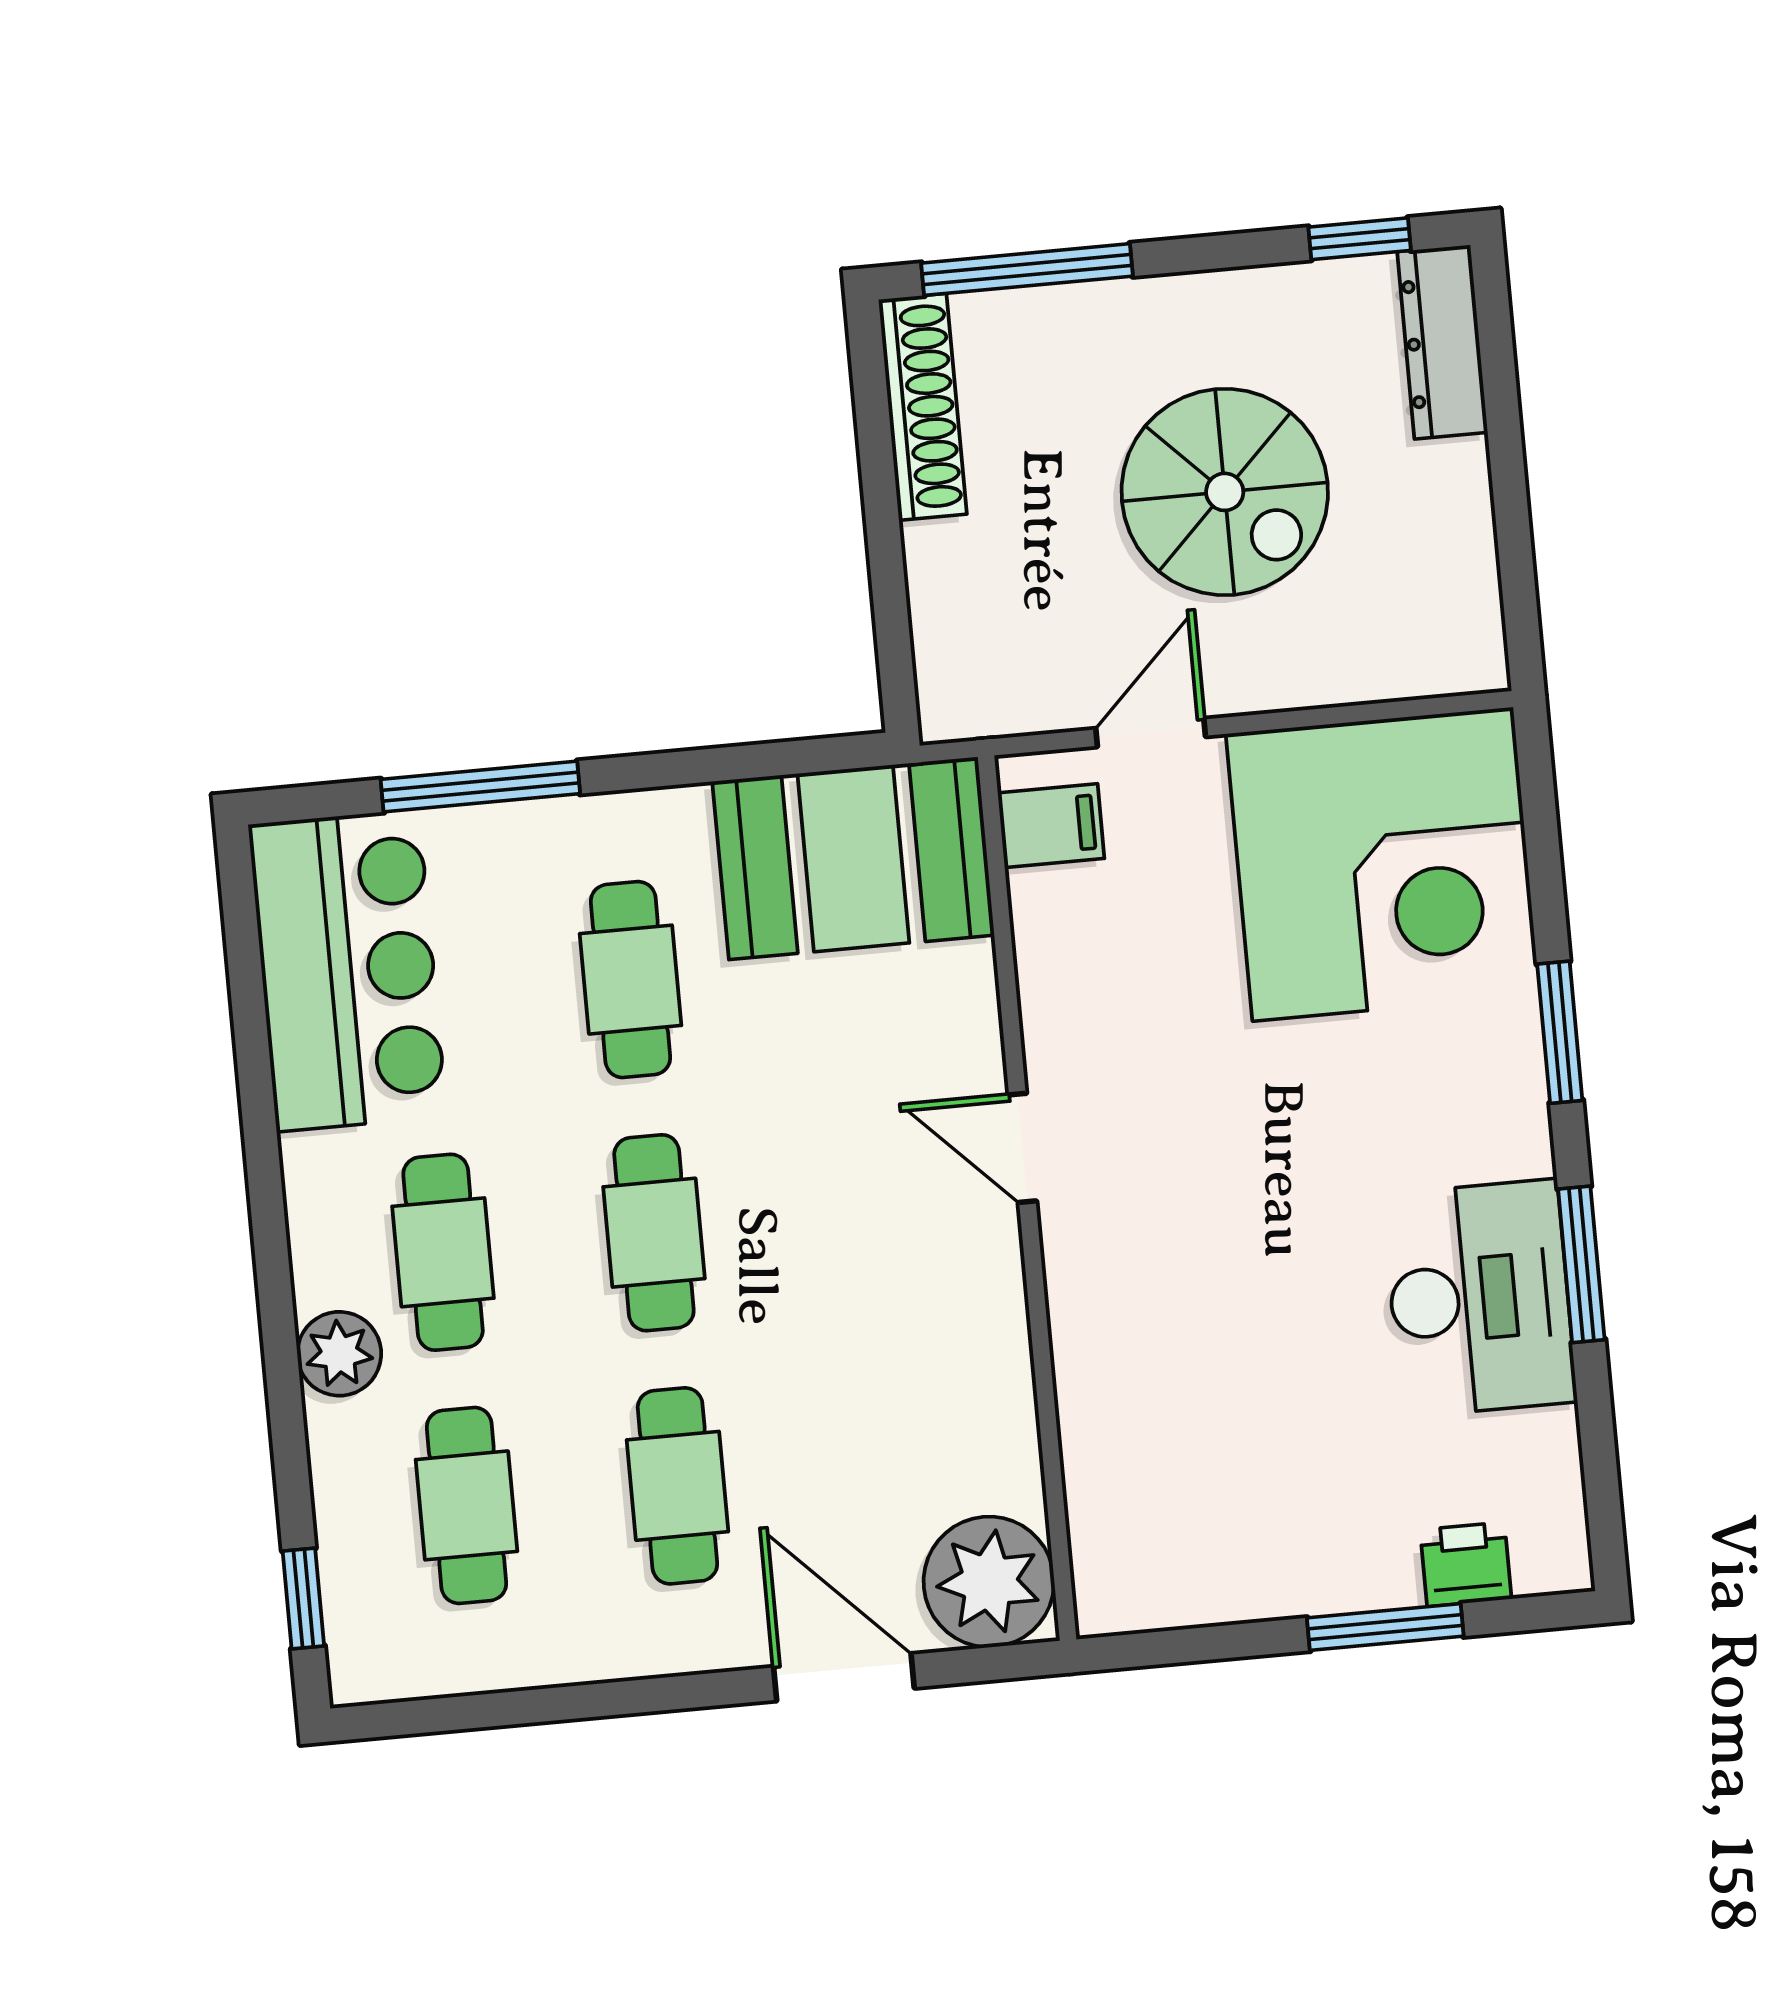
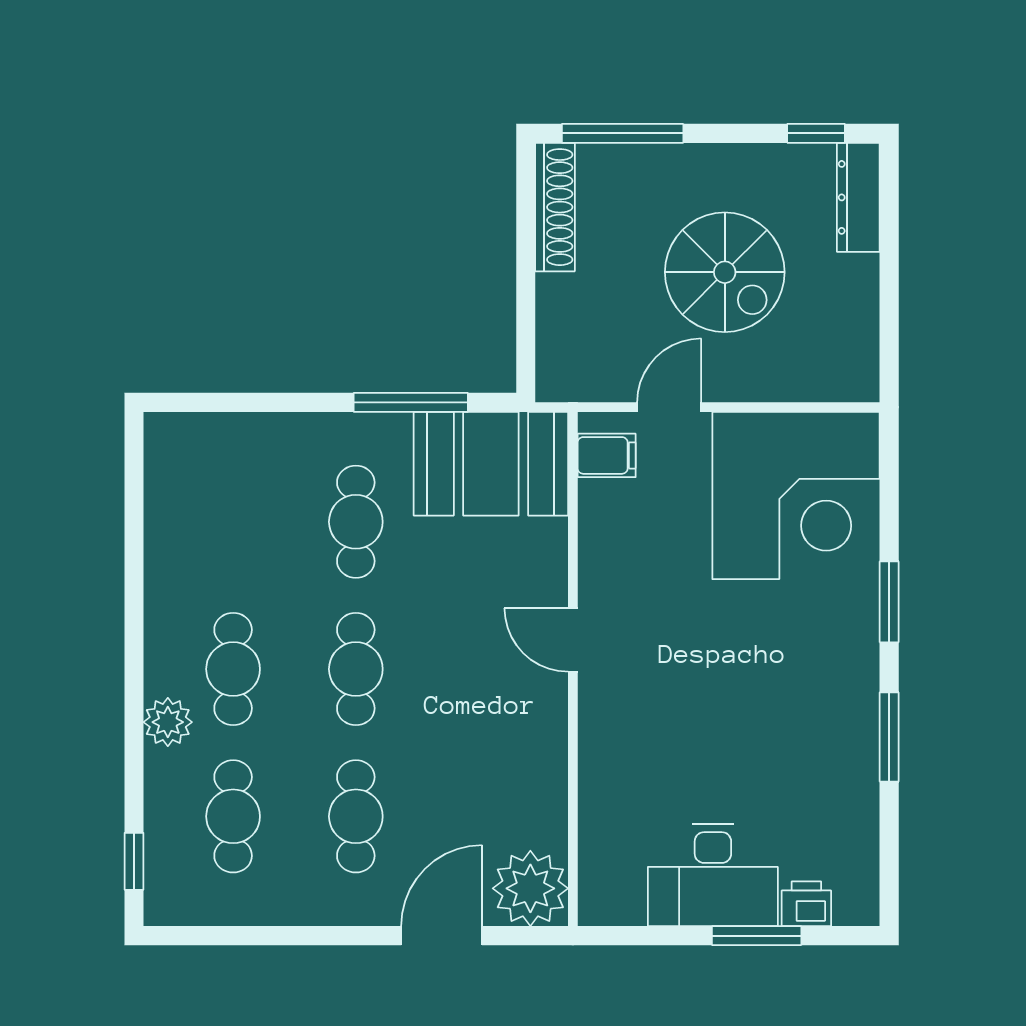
window: (480, 787) -> (411, 402), moved
bar counter: (348, 970) -> (193, 501), removed
desk: (1480, 1298) -> (713, 875), moved, turned 90
door: (844, 1677) -> (442, 936), hinge flipped

